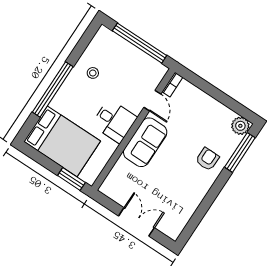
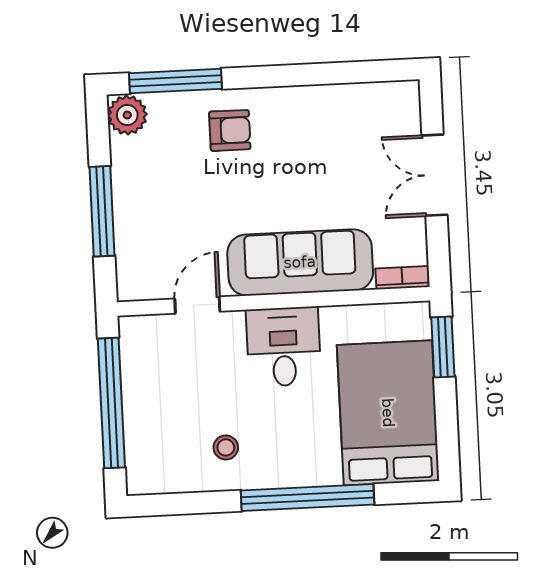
bookcase: (172, 84) -> (402, 278), moved
window: (212, 91) -> (102, 211), added
sofa: (145, 142) -> (300, 262), width x1.36
armchair: (207, 159) -> (230, 130), turned 180

